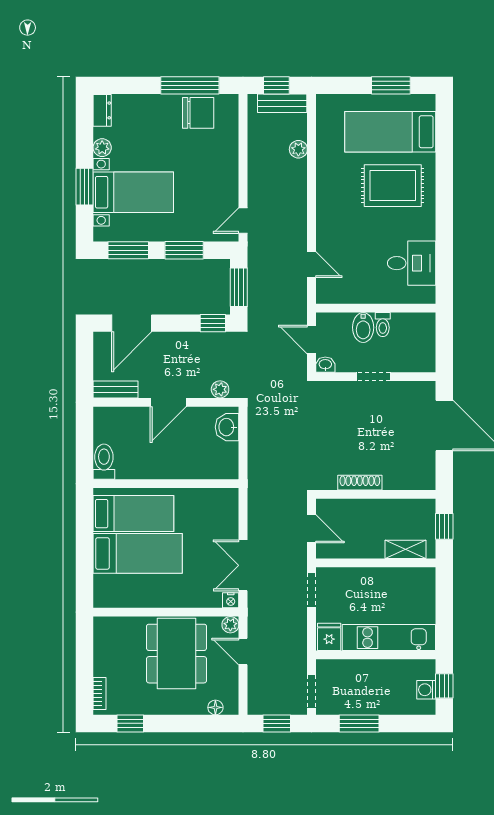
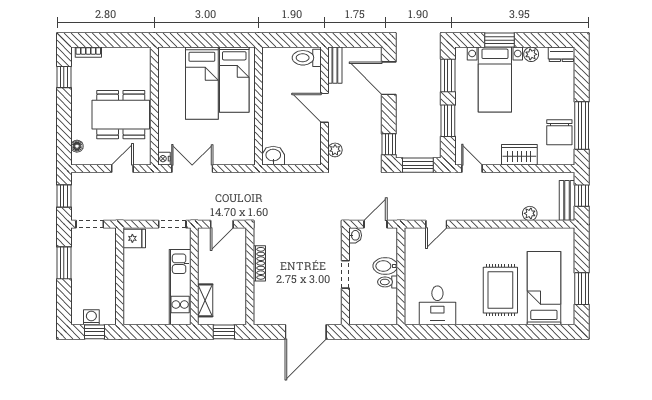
wardrobe: (226, 162) -> (519, 155), added
washbasin: (227, 427) -> (273, 156), moved
toilet: (104, 462) -> (307, 58), moved, turned 180
plant: (230, 625) -> (144, 158), removed
kitchen unit: (389, 638) -> (180, 287), moved, turned 180

